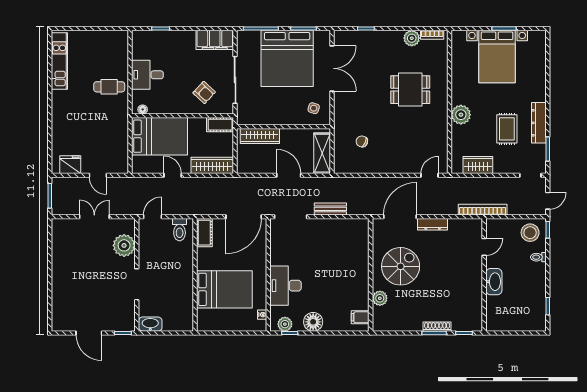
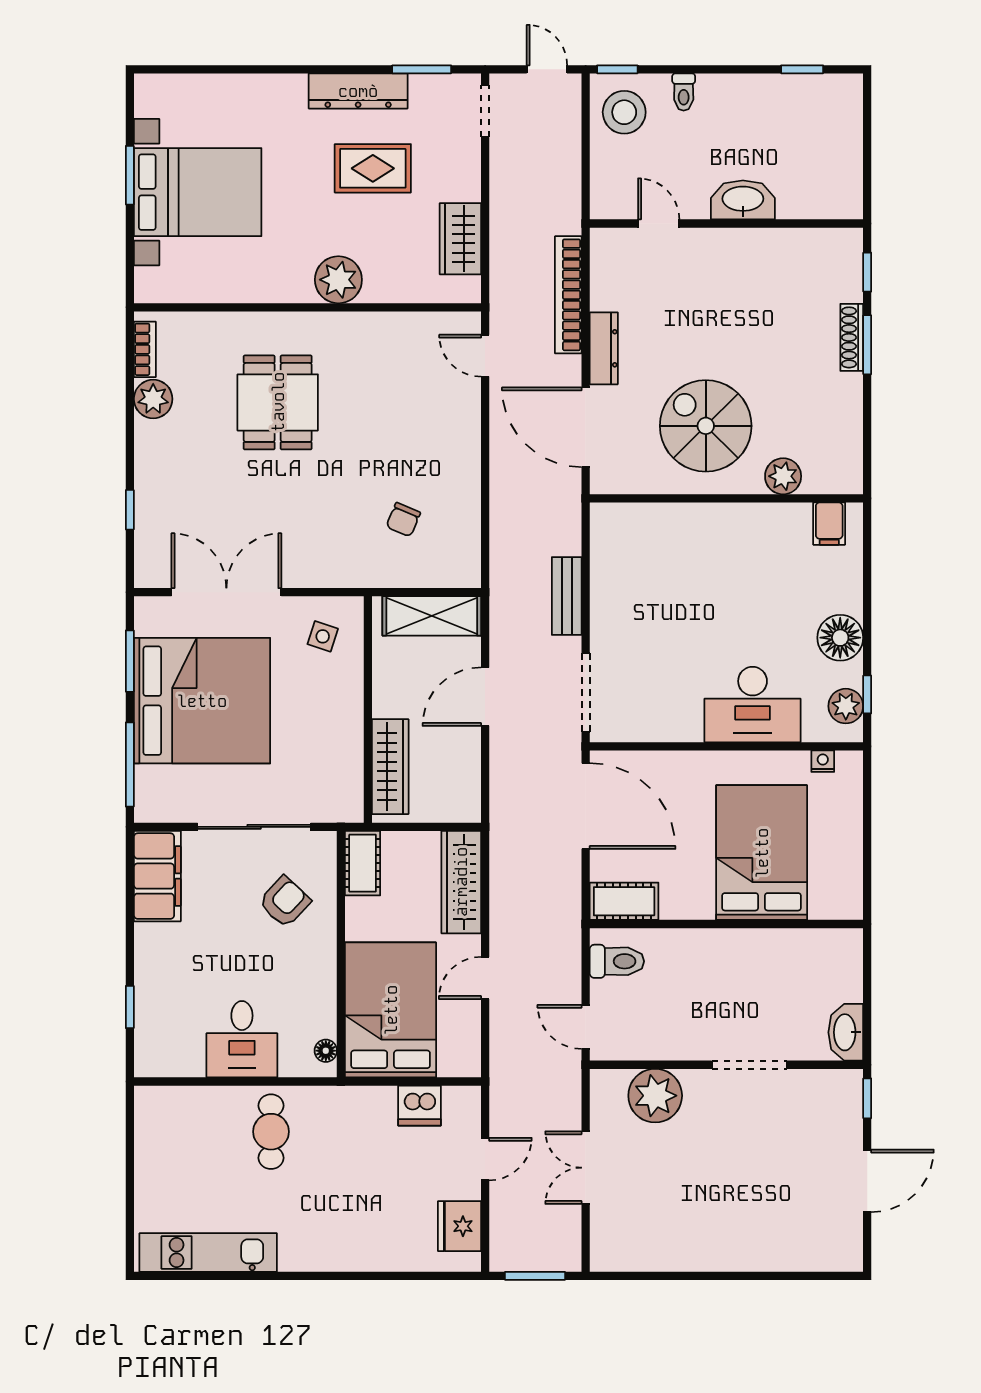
dishwasher: (120, 148) -> (420, 1106), added
bookcase: (483, 210) -> (568, 295), moved

